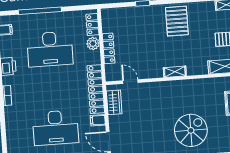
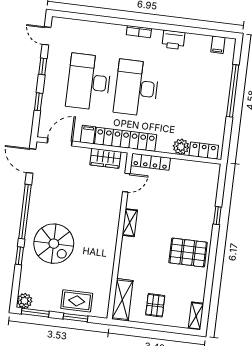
locker: (109, 48) -> (150, 162), moved
desk: (50, 49) -> (137, 88), moved
shelving: (175, 72) -> (130, 223), moved

